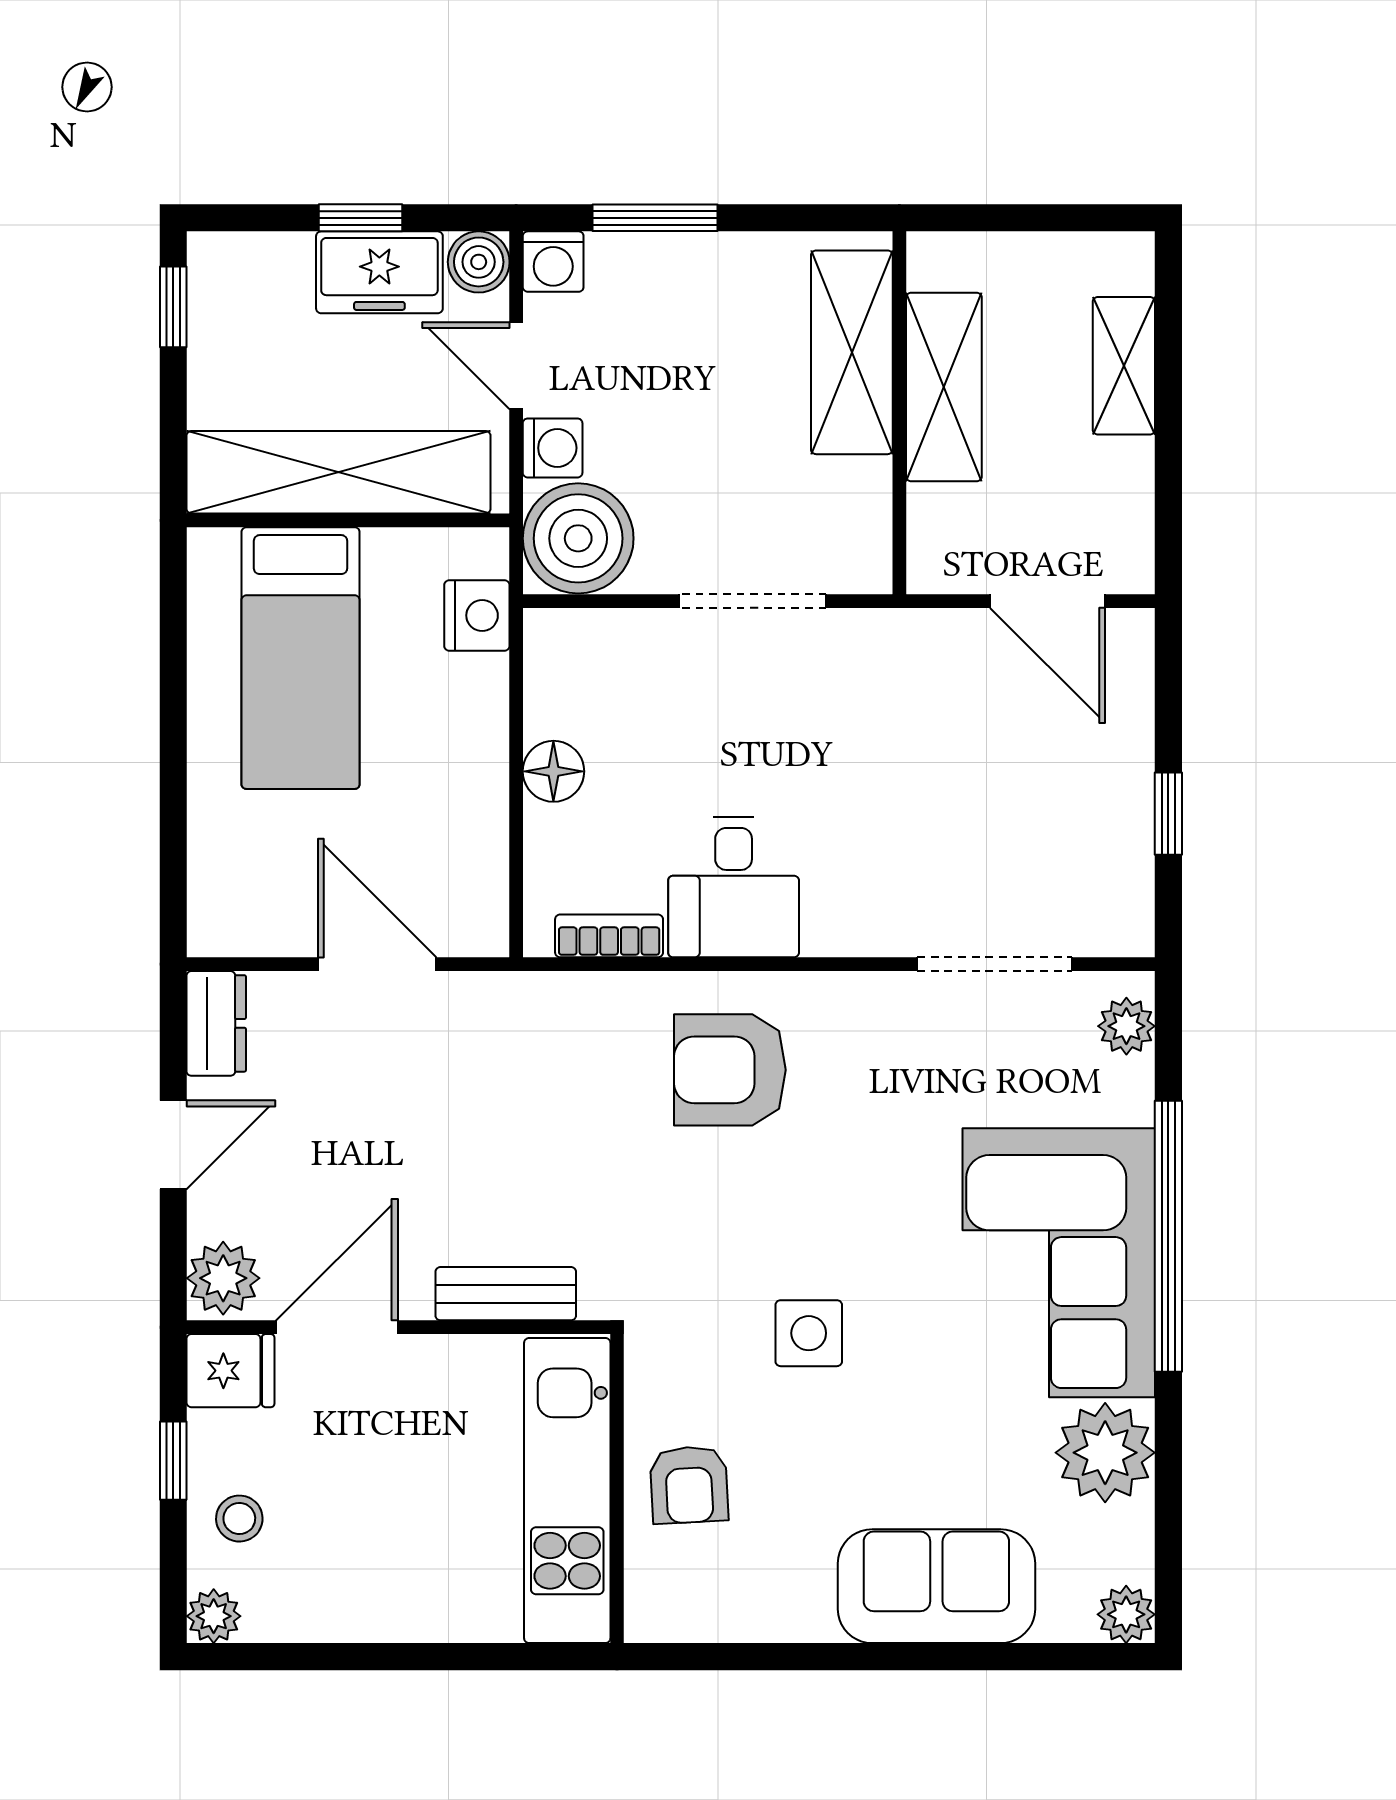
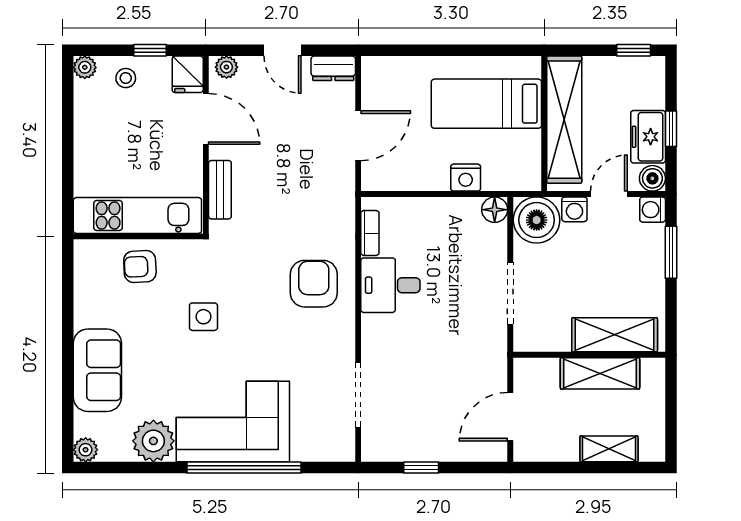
nightstand: (477, 615) -> (466, 178), moved
floor lamp: (553, 771) -> (495, 210), moved
plant: (1126, 1026) -> (332, 450), removed
plant: (223, 1278) -> (226, 67), width x0.73, depth x0.73

